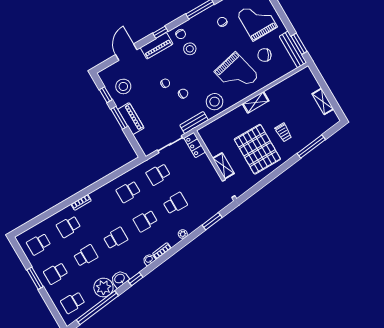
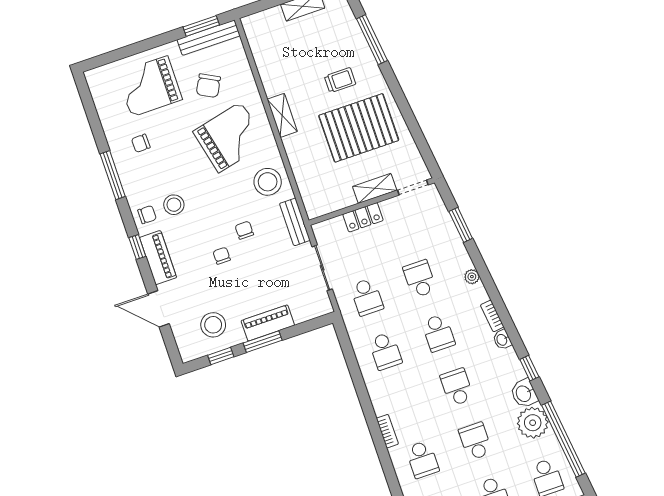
locker: (195, 145) -> (363, 217), moved

